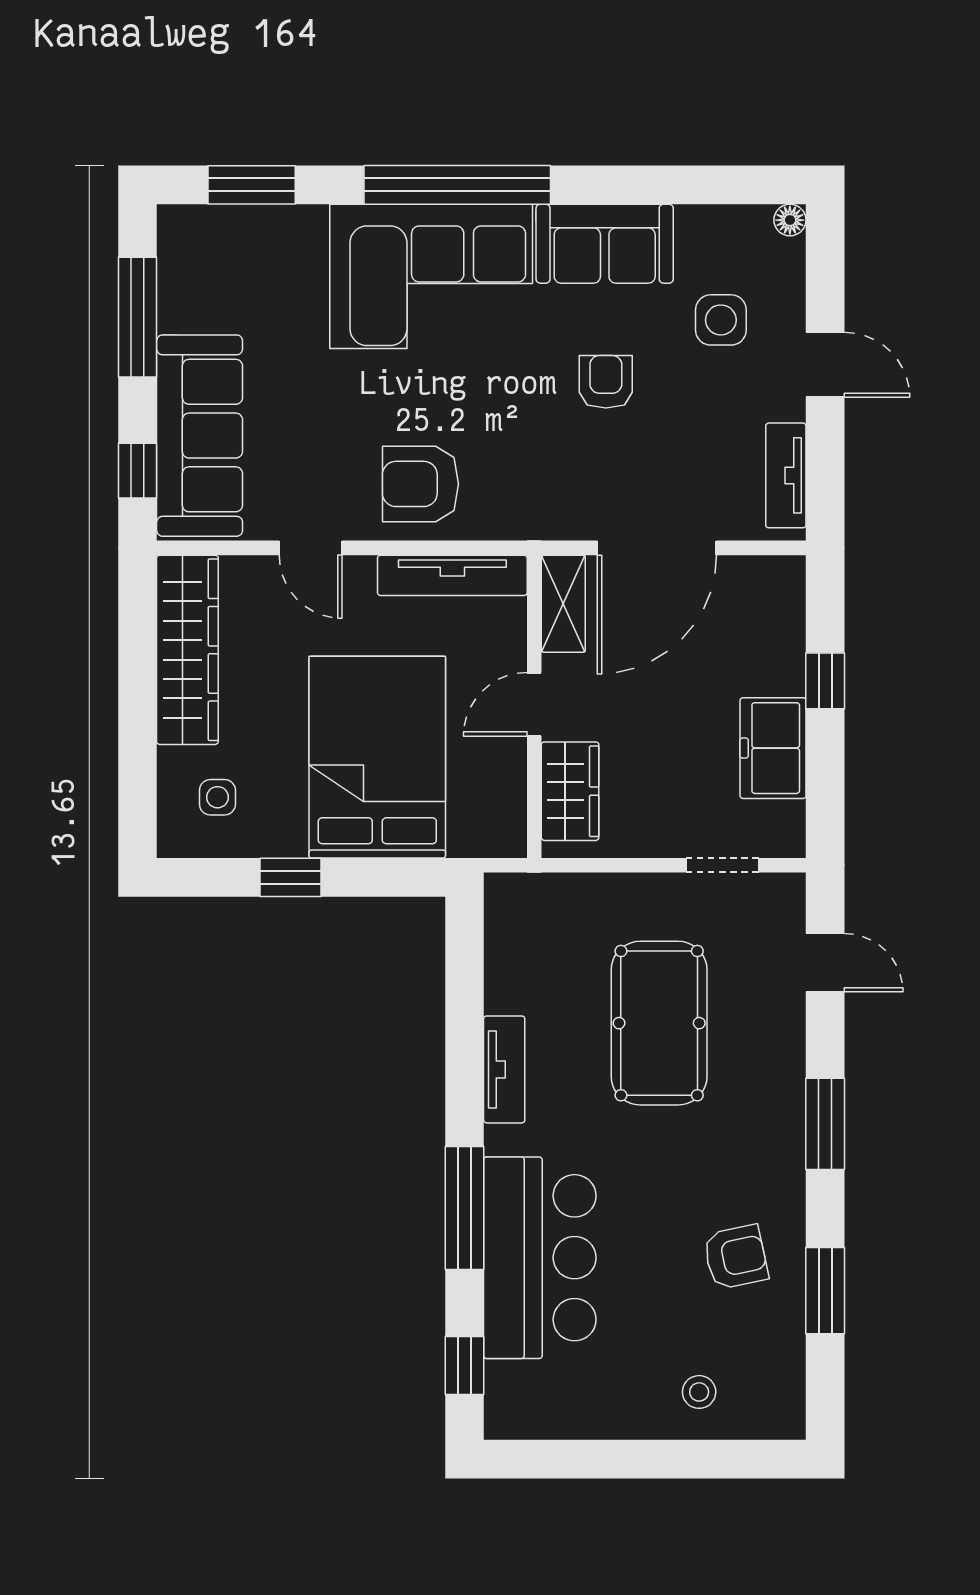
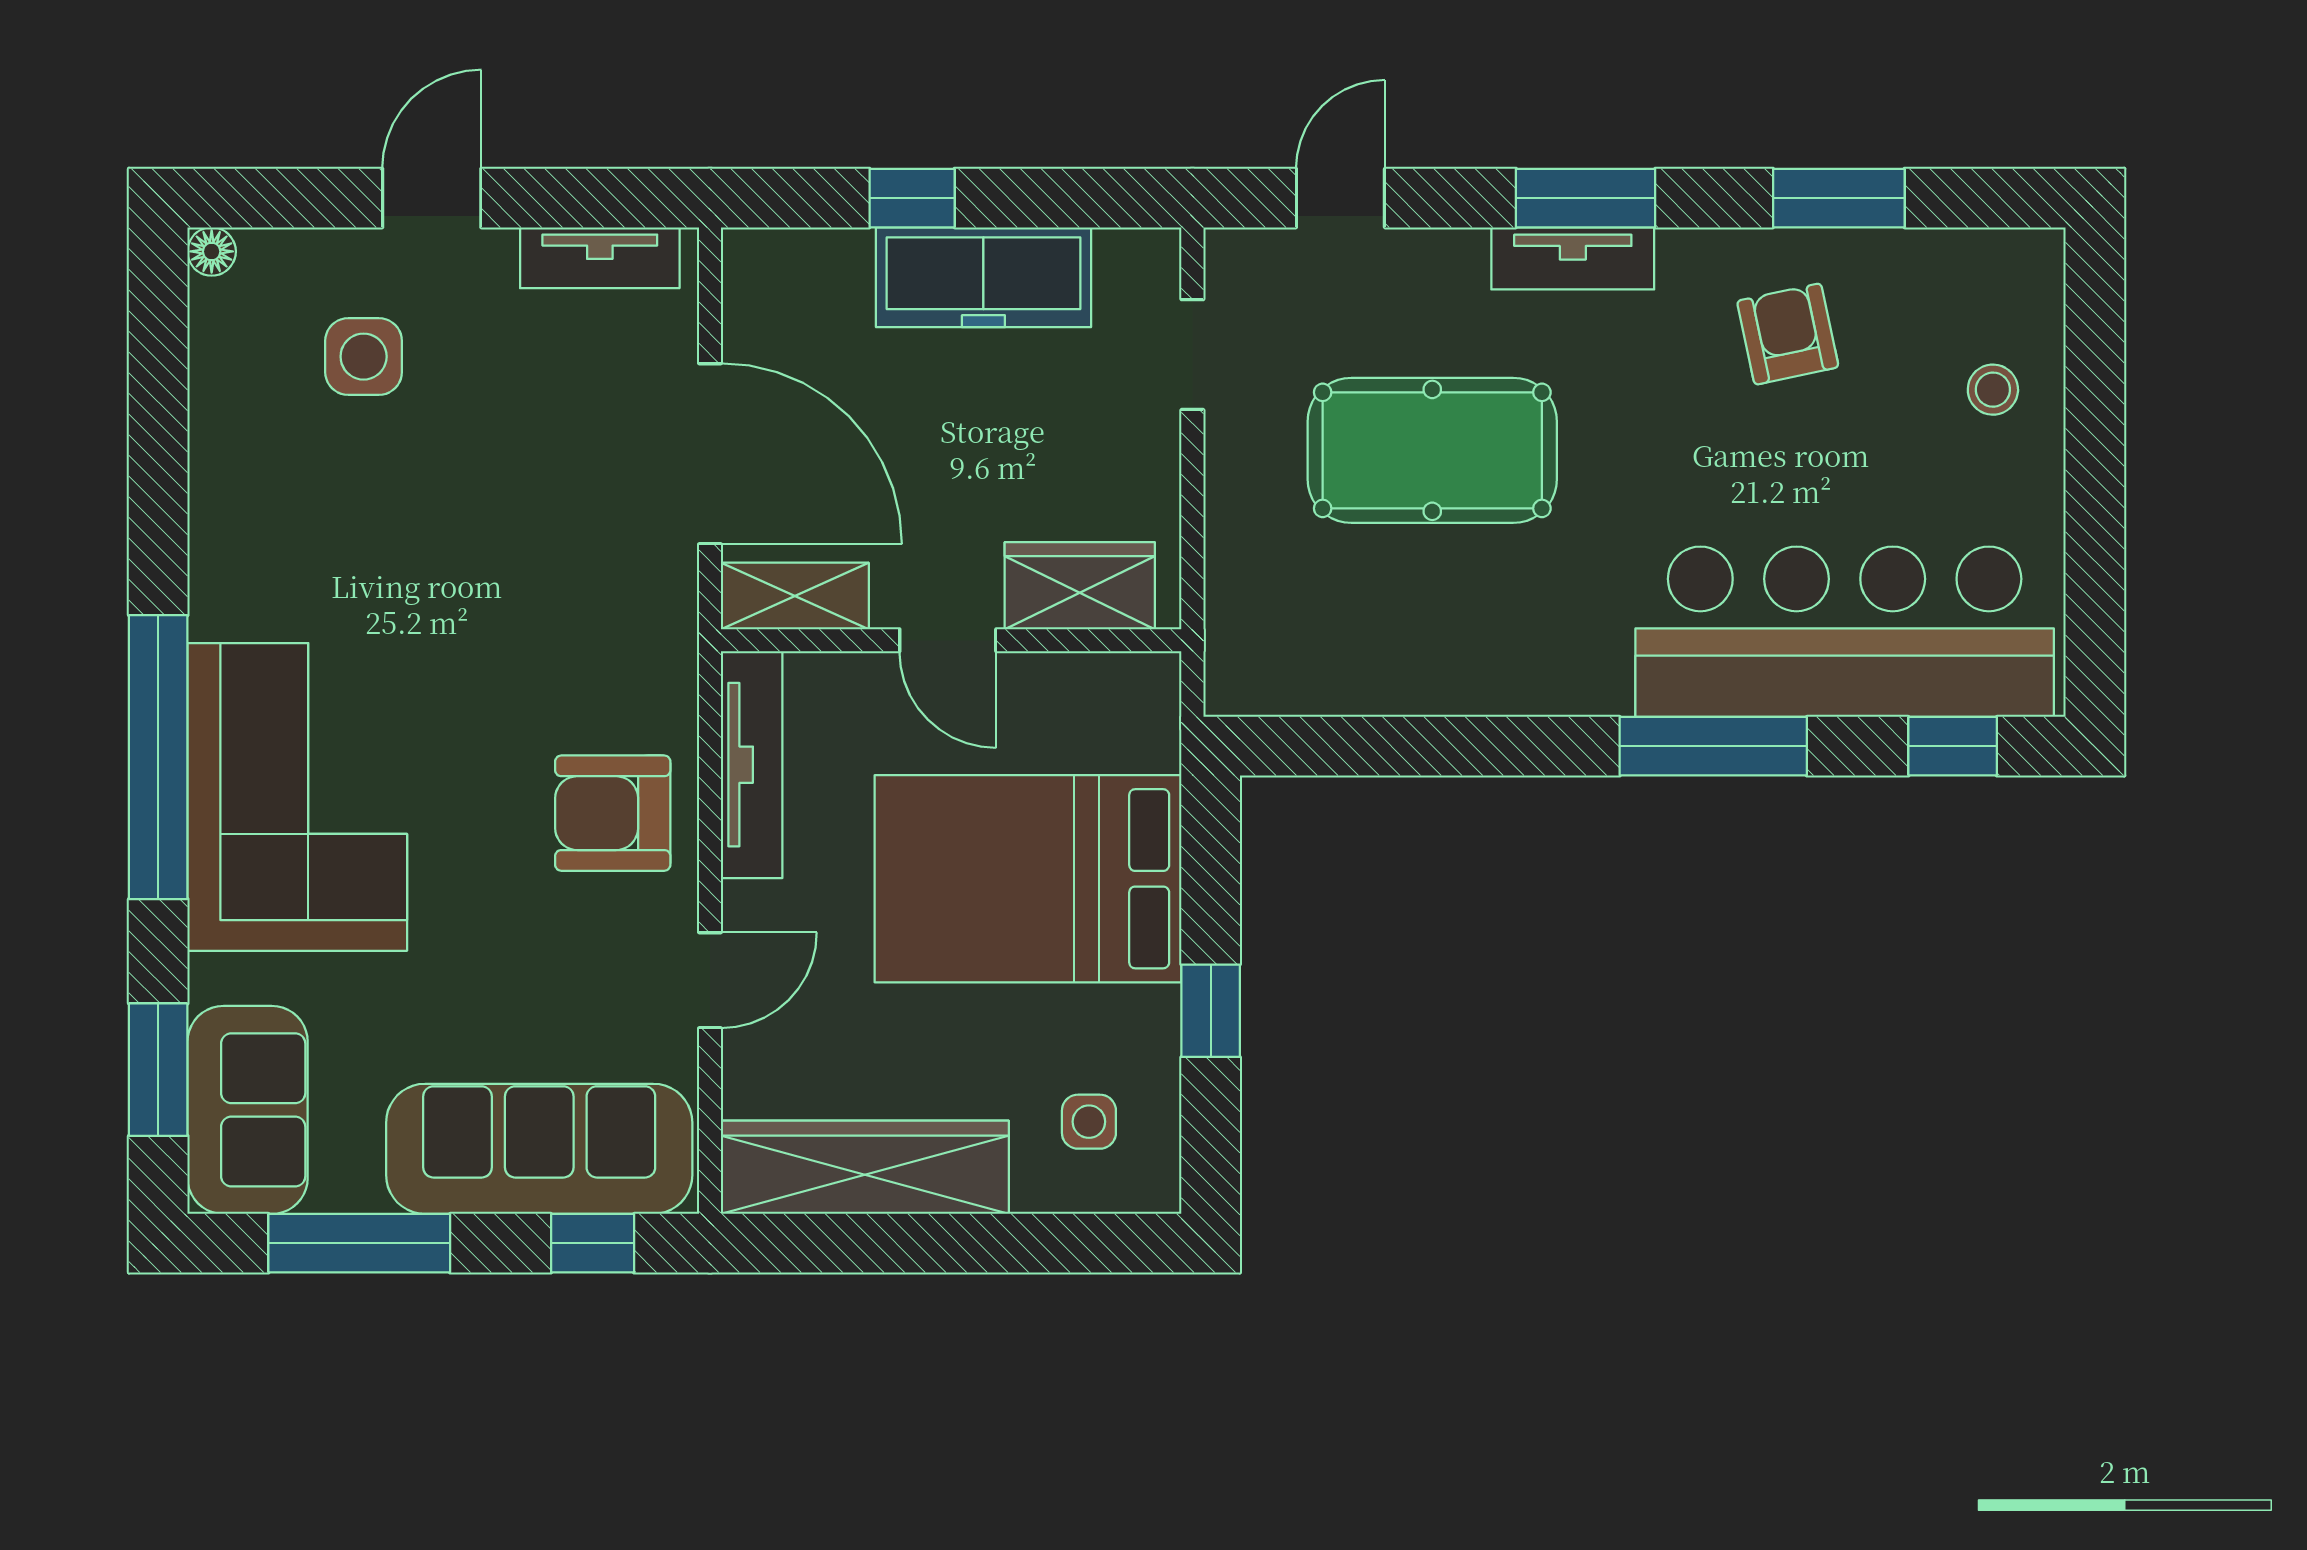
sofa: (605, 244) -> (248, 1110), moved
armchair: (606, 382) -> (457, 531), removed
armchair: (420, 484) -> (613, 813), turned 90
freezer: (773, 748) -> (983, 277), width x1.40
tv unit: (504, 1069) -> (1573, 258), moved, turned 180
bar counter: (540, 1258) -> (1845, 632), width x1.36

